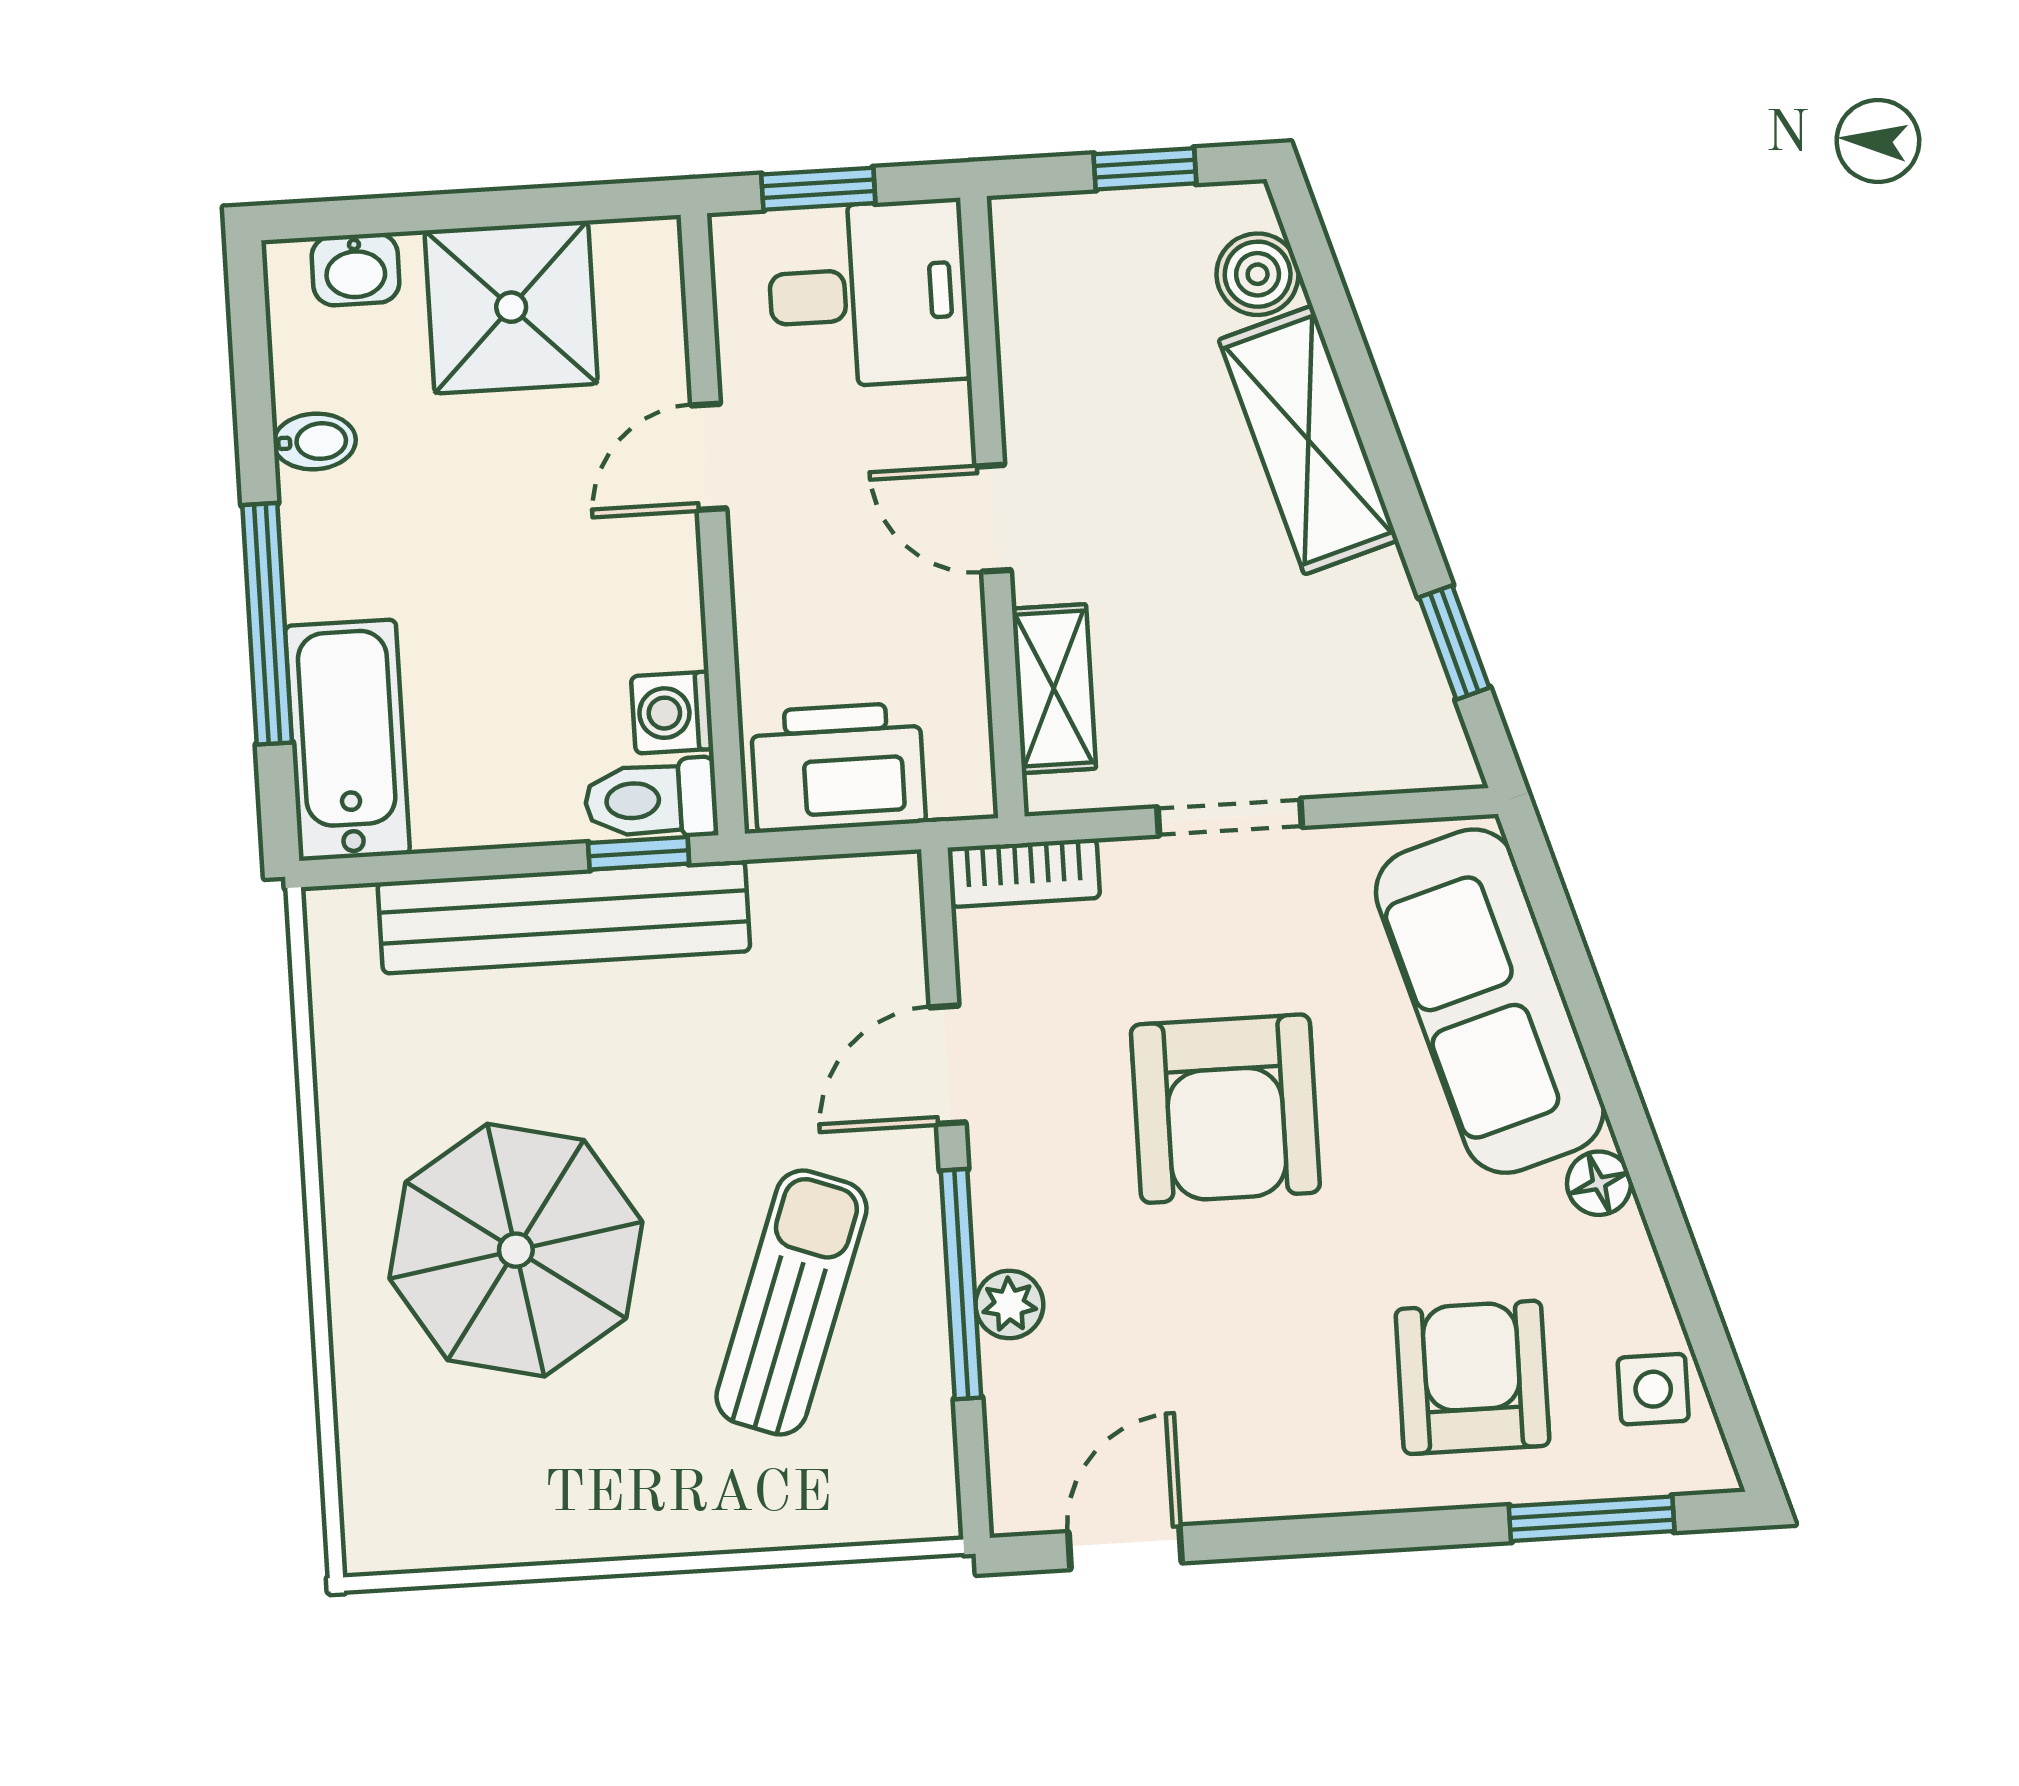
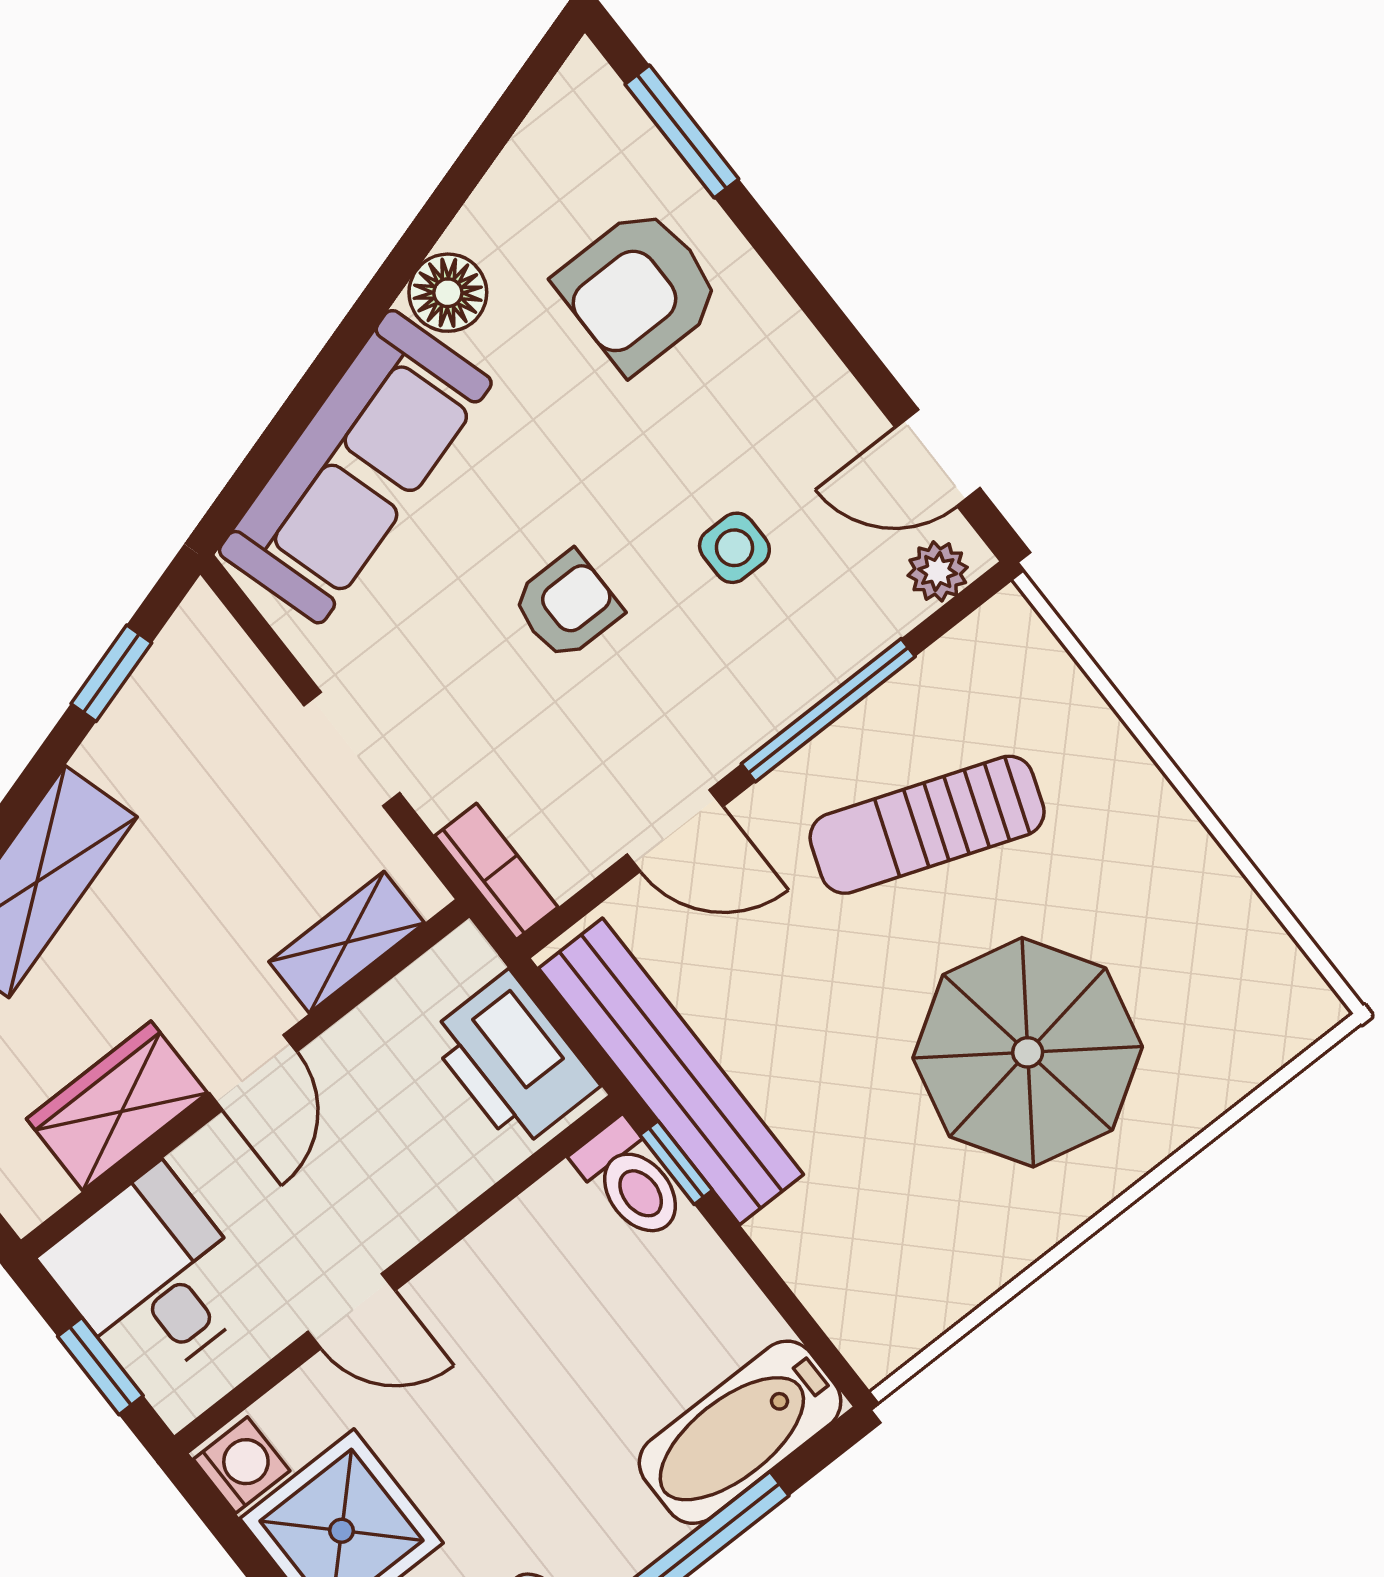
wardrobe: (1049, 371) -> (117, 1106), added
washing machine: (672, 713) -> (242, 1465), moved, turned -90
bench: (564, 917) -> (671, 1071), moved
armchair: (1225, 1109) -> (567, 606), width x0.53, depth x0.53
floor lamp: (1599, 1183) -> (448, 293), width x1.37, depth x1.37
plant: (1009, 1305) -> (938, 571), moved
side table: (1653, 1389) -> (734, 548), moved

